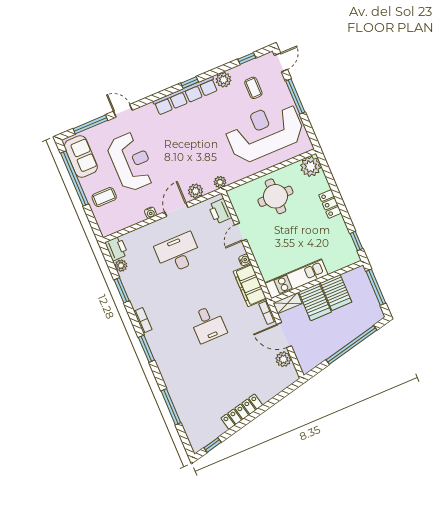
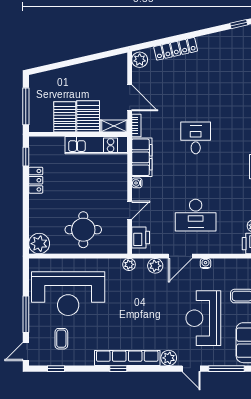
plant: (224, 80) -> (169, 358), moved
locker: (330, 204) -> (36, 180), moved
window: (351, 345) -> (71, 62), removed
plant: (283, 359) -> (140, 60), moved
locker: (242, 412) -> (176, 49), moved

